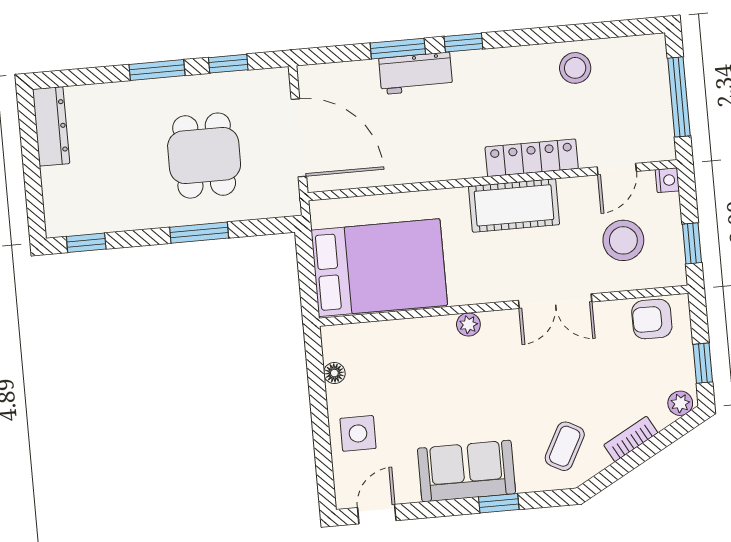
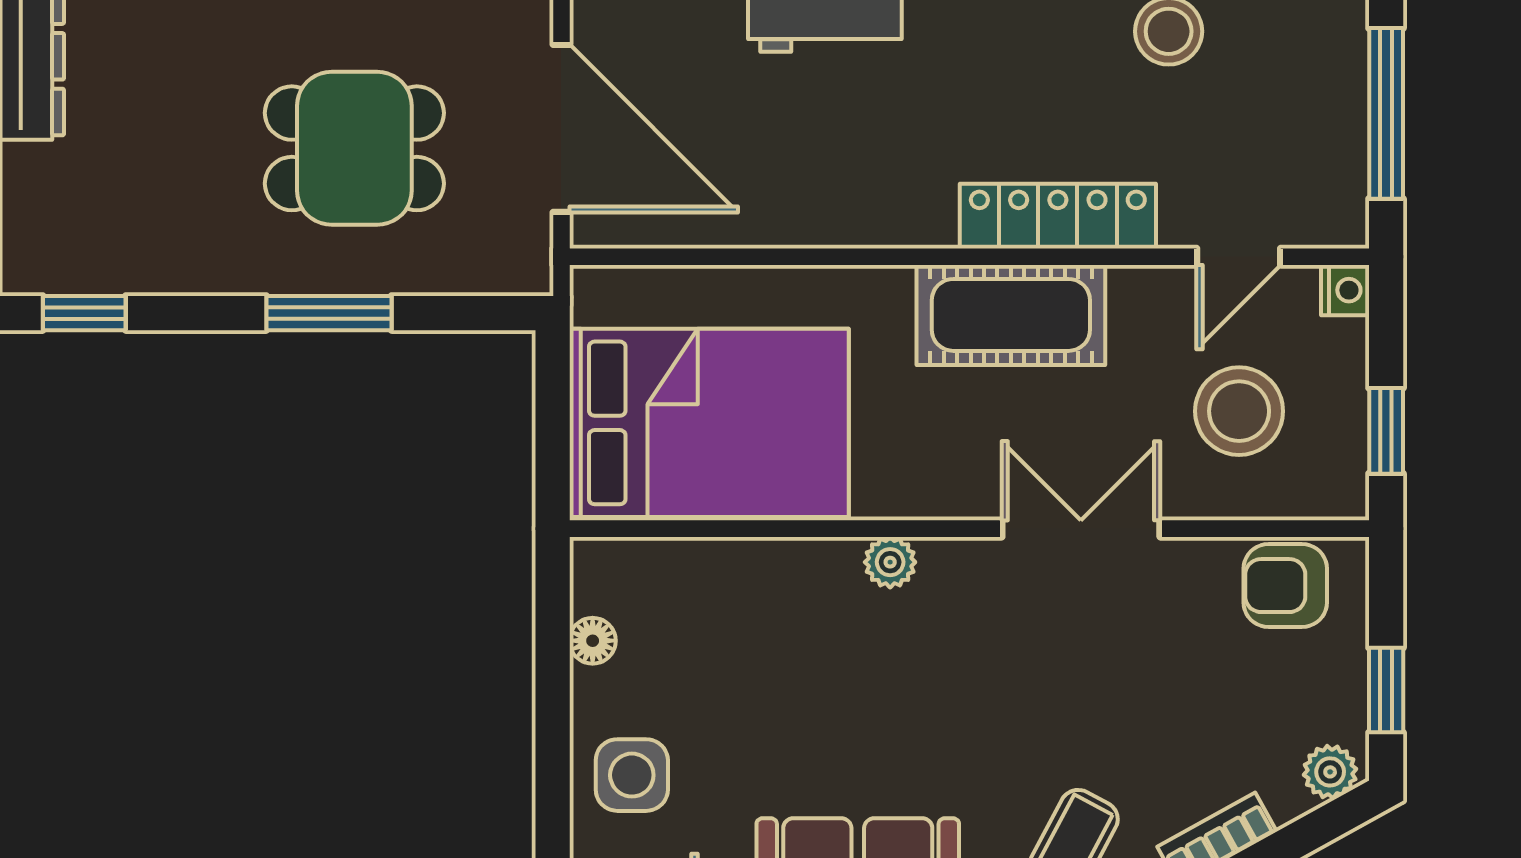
dining table: (204, 156) -> (354, 148), turned 90
double door: (555, 301) -> (1081, 529), swing flipped

